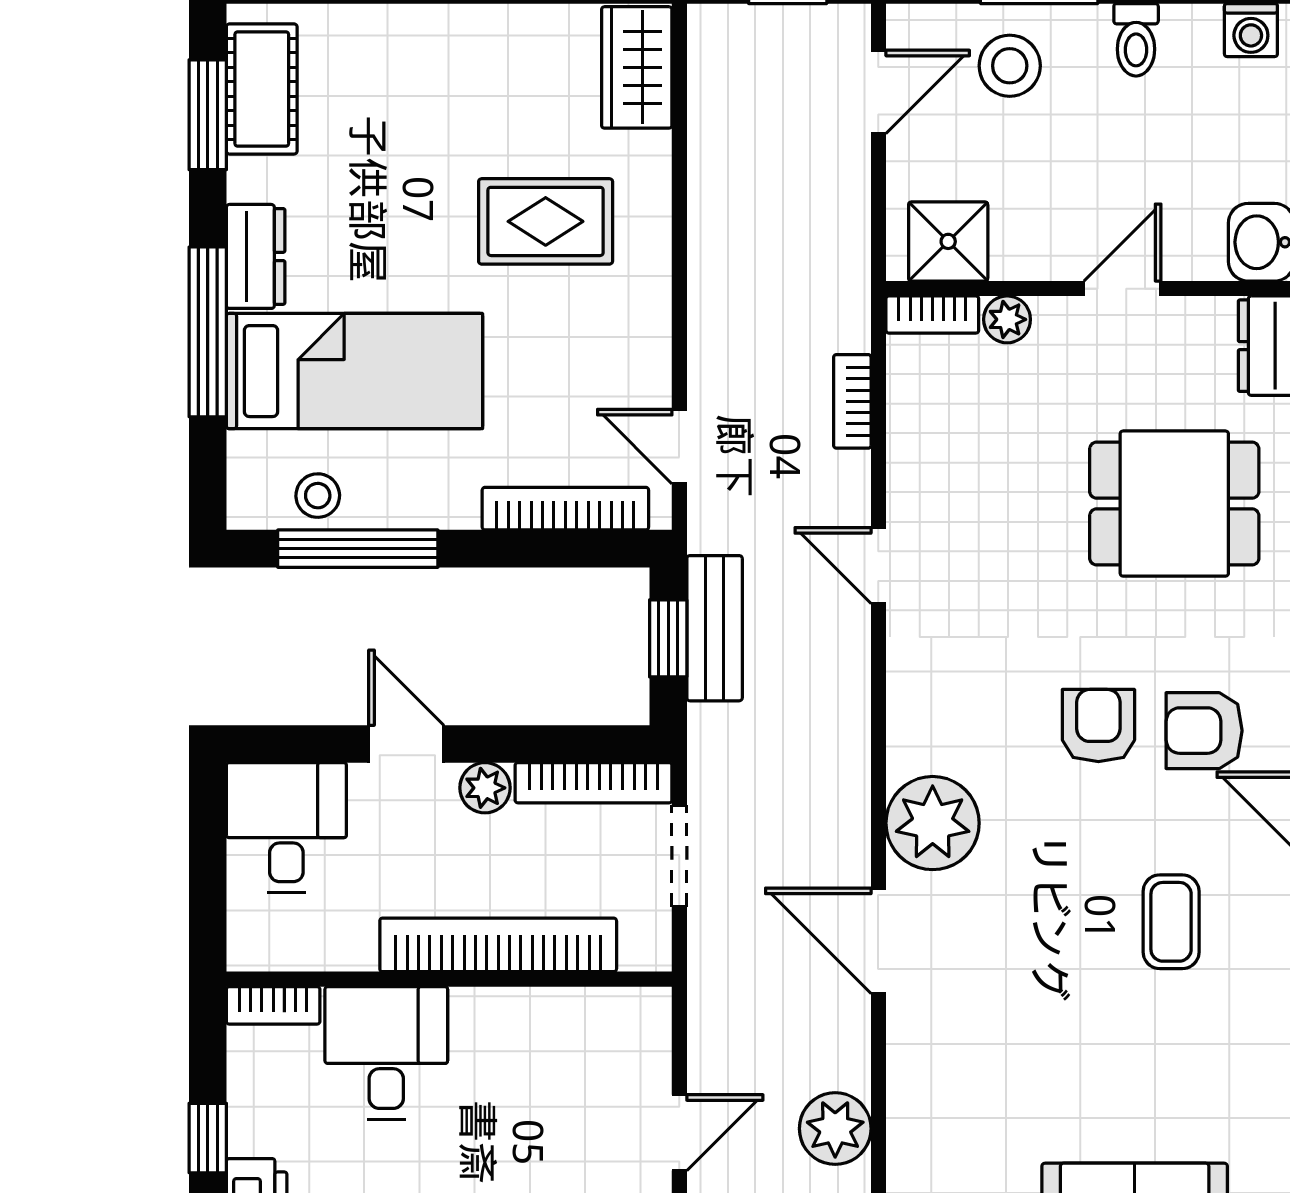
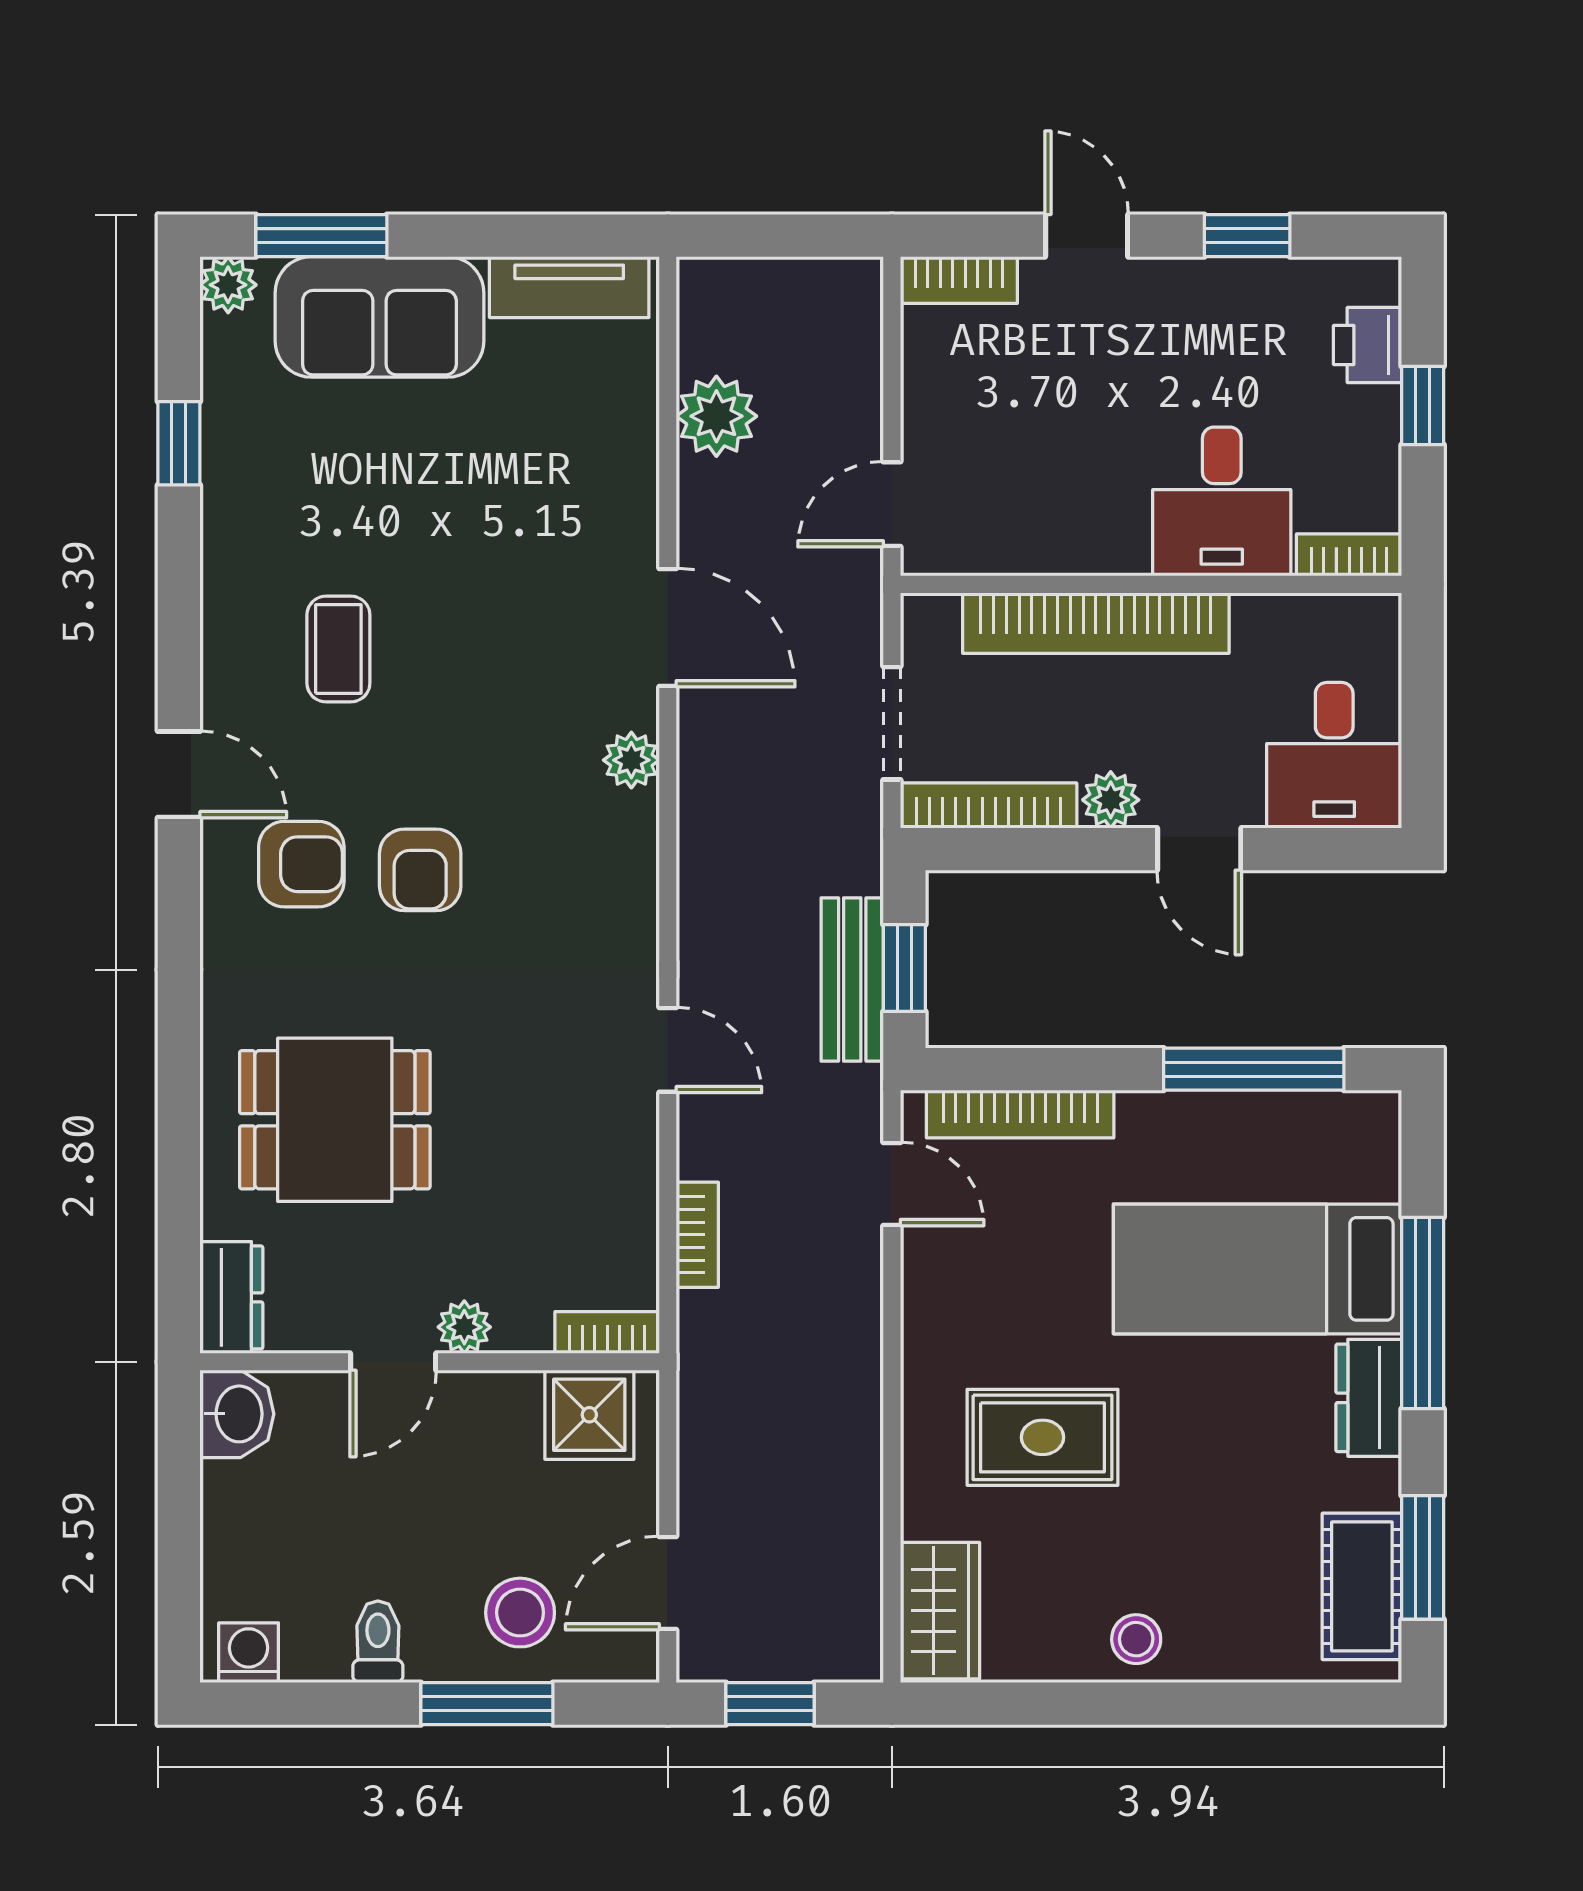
plant: (1007, 319) -> (464, 1327), moved
stool: (318, 496) -> (1136, 1639), moved
plant: (933, 823) -> (631, 760), width x0.53, depth x0.53
door: (679, 1133) -> (892, 504), moved

